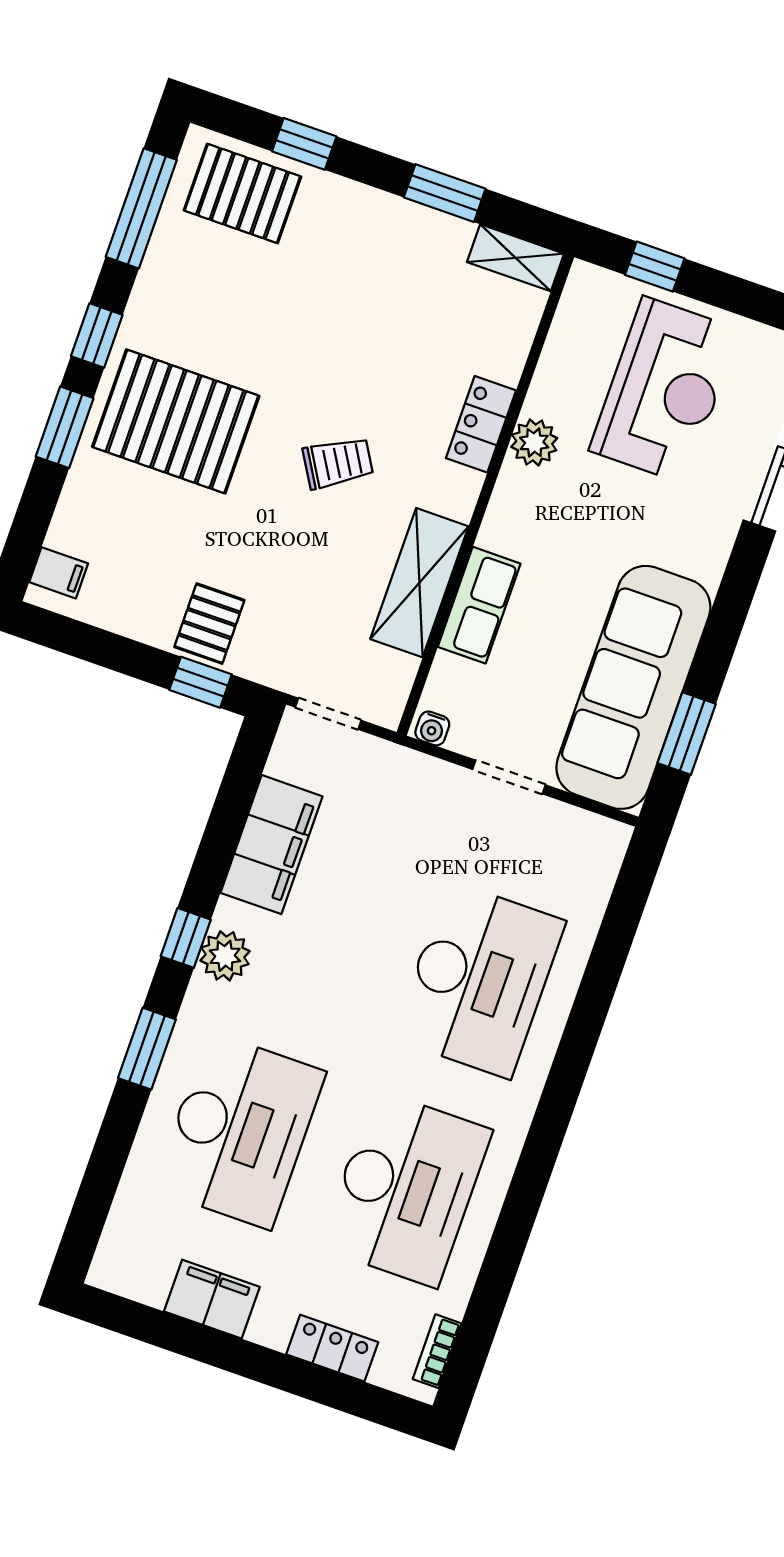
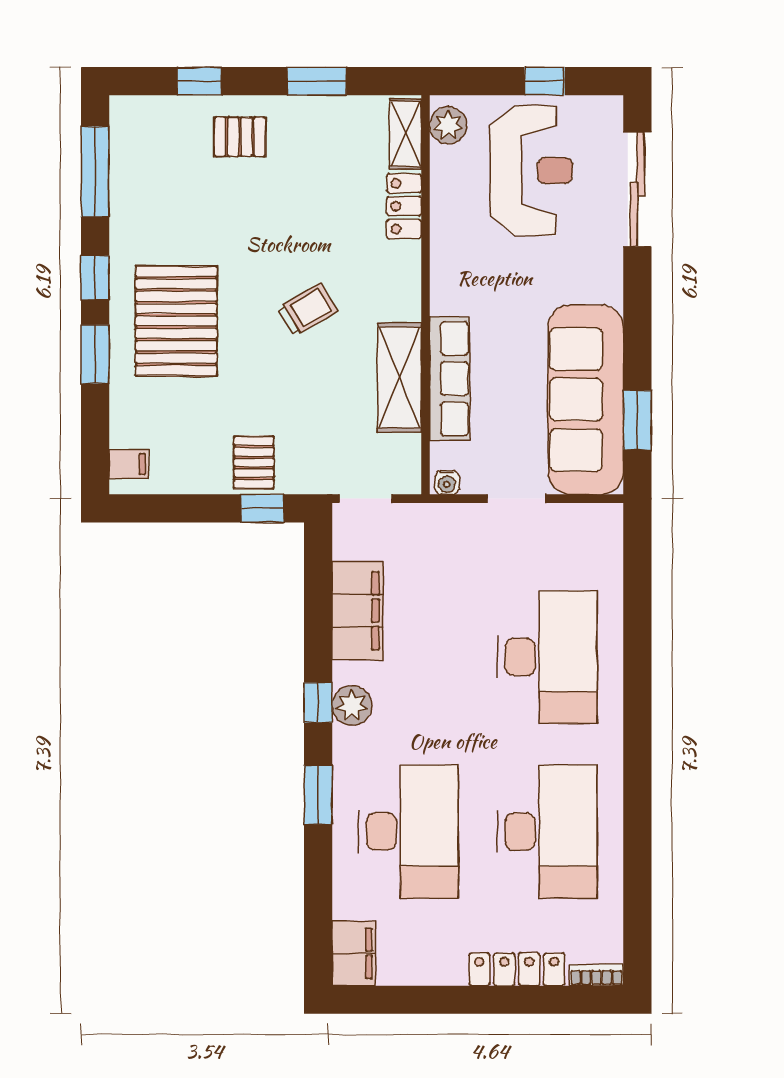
pallet: (242, 193) -> (240, 137), moved, width x0.67, depth x0.71
shelving: (515, 258) -> (405, 134), moved, turned 90
window: (655, 267) -> (544, 81), moved
pallet: (176, 421) -> (176, 321), turned 90
locker: (481, 424) -> (404, 206), moved
plant: (534, 442) -> (448, 125), moved
row of seats: (479, 605) -> (450, 379), width x1.48
filing cabinet: (212, 1299) -> (354, 953), moved, turned 90
locker: (332, 1348) -> (517, 969), width x1.53
bookcase: (437, 1351) -> (596, 975), moved, turned 90

